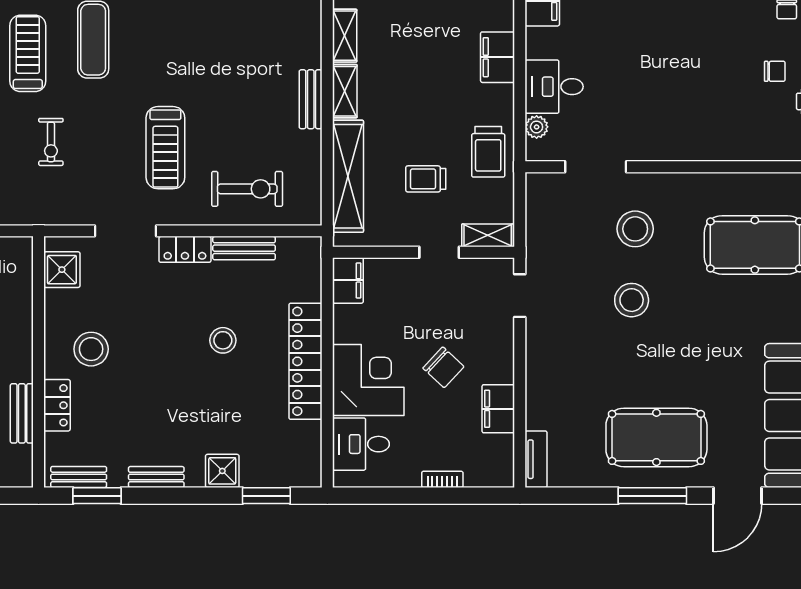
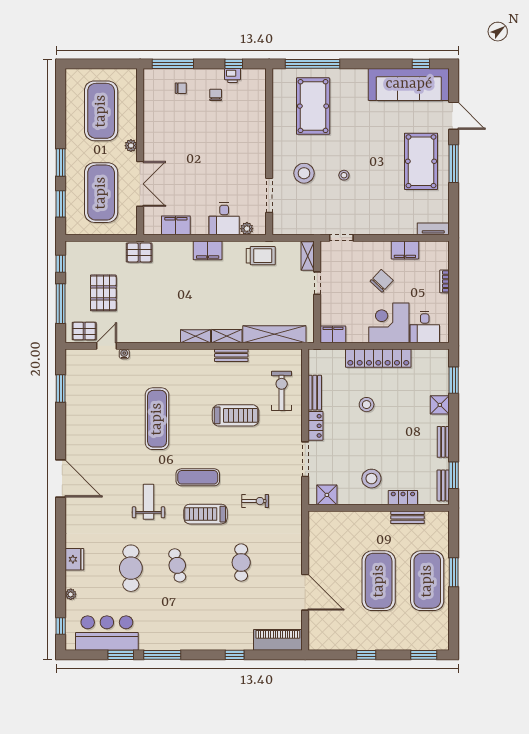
treadmill: (165, 148) -> (236, 415), moved
trolley: (426, 179) -> (276, 291), removed
stool: (632, 300) -> (344, 175), width x0.53, depth x0.53

